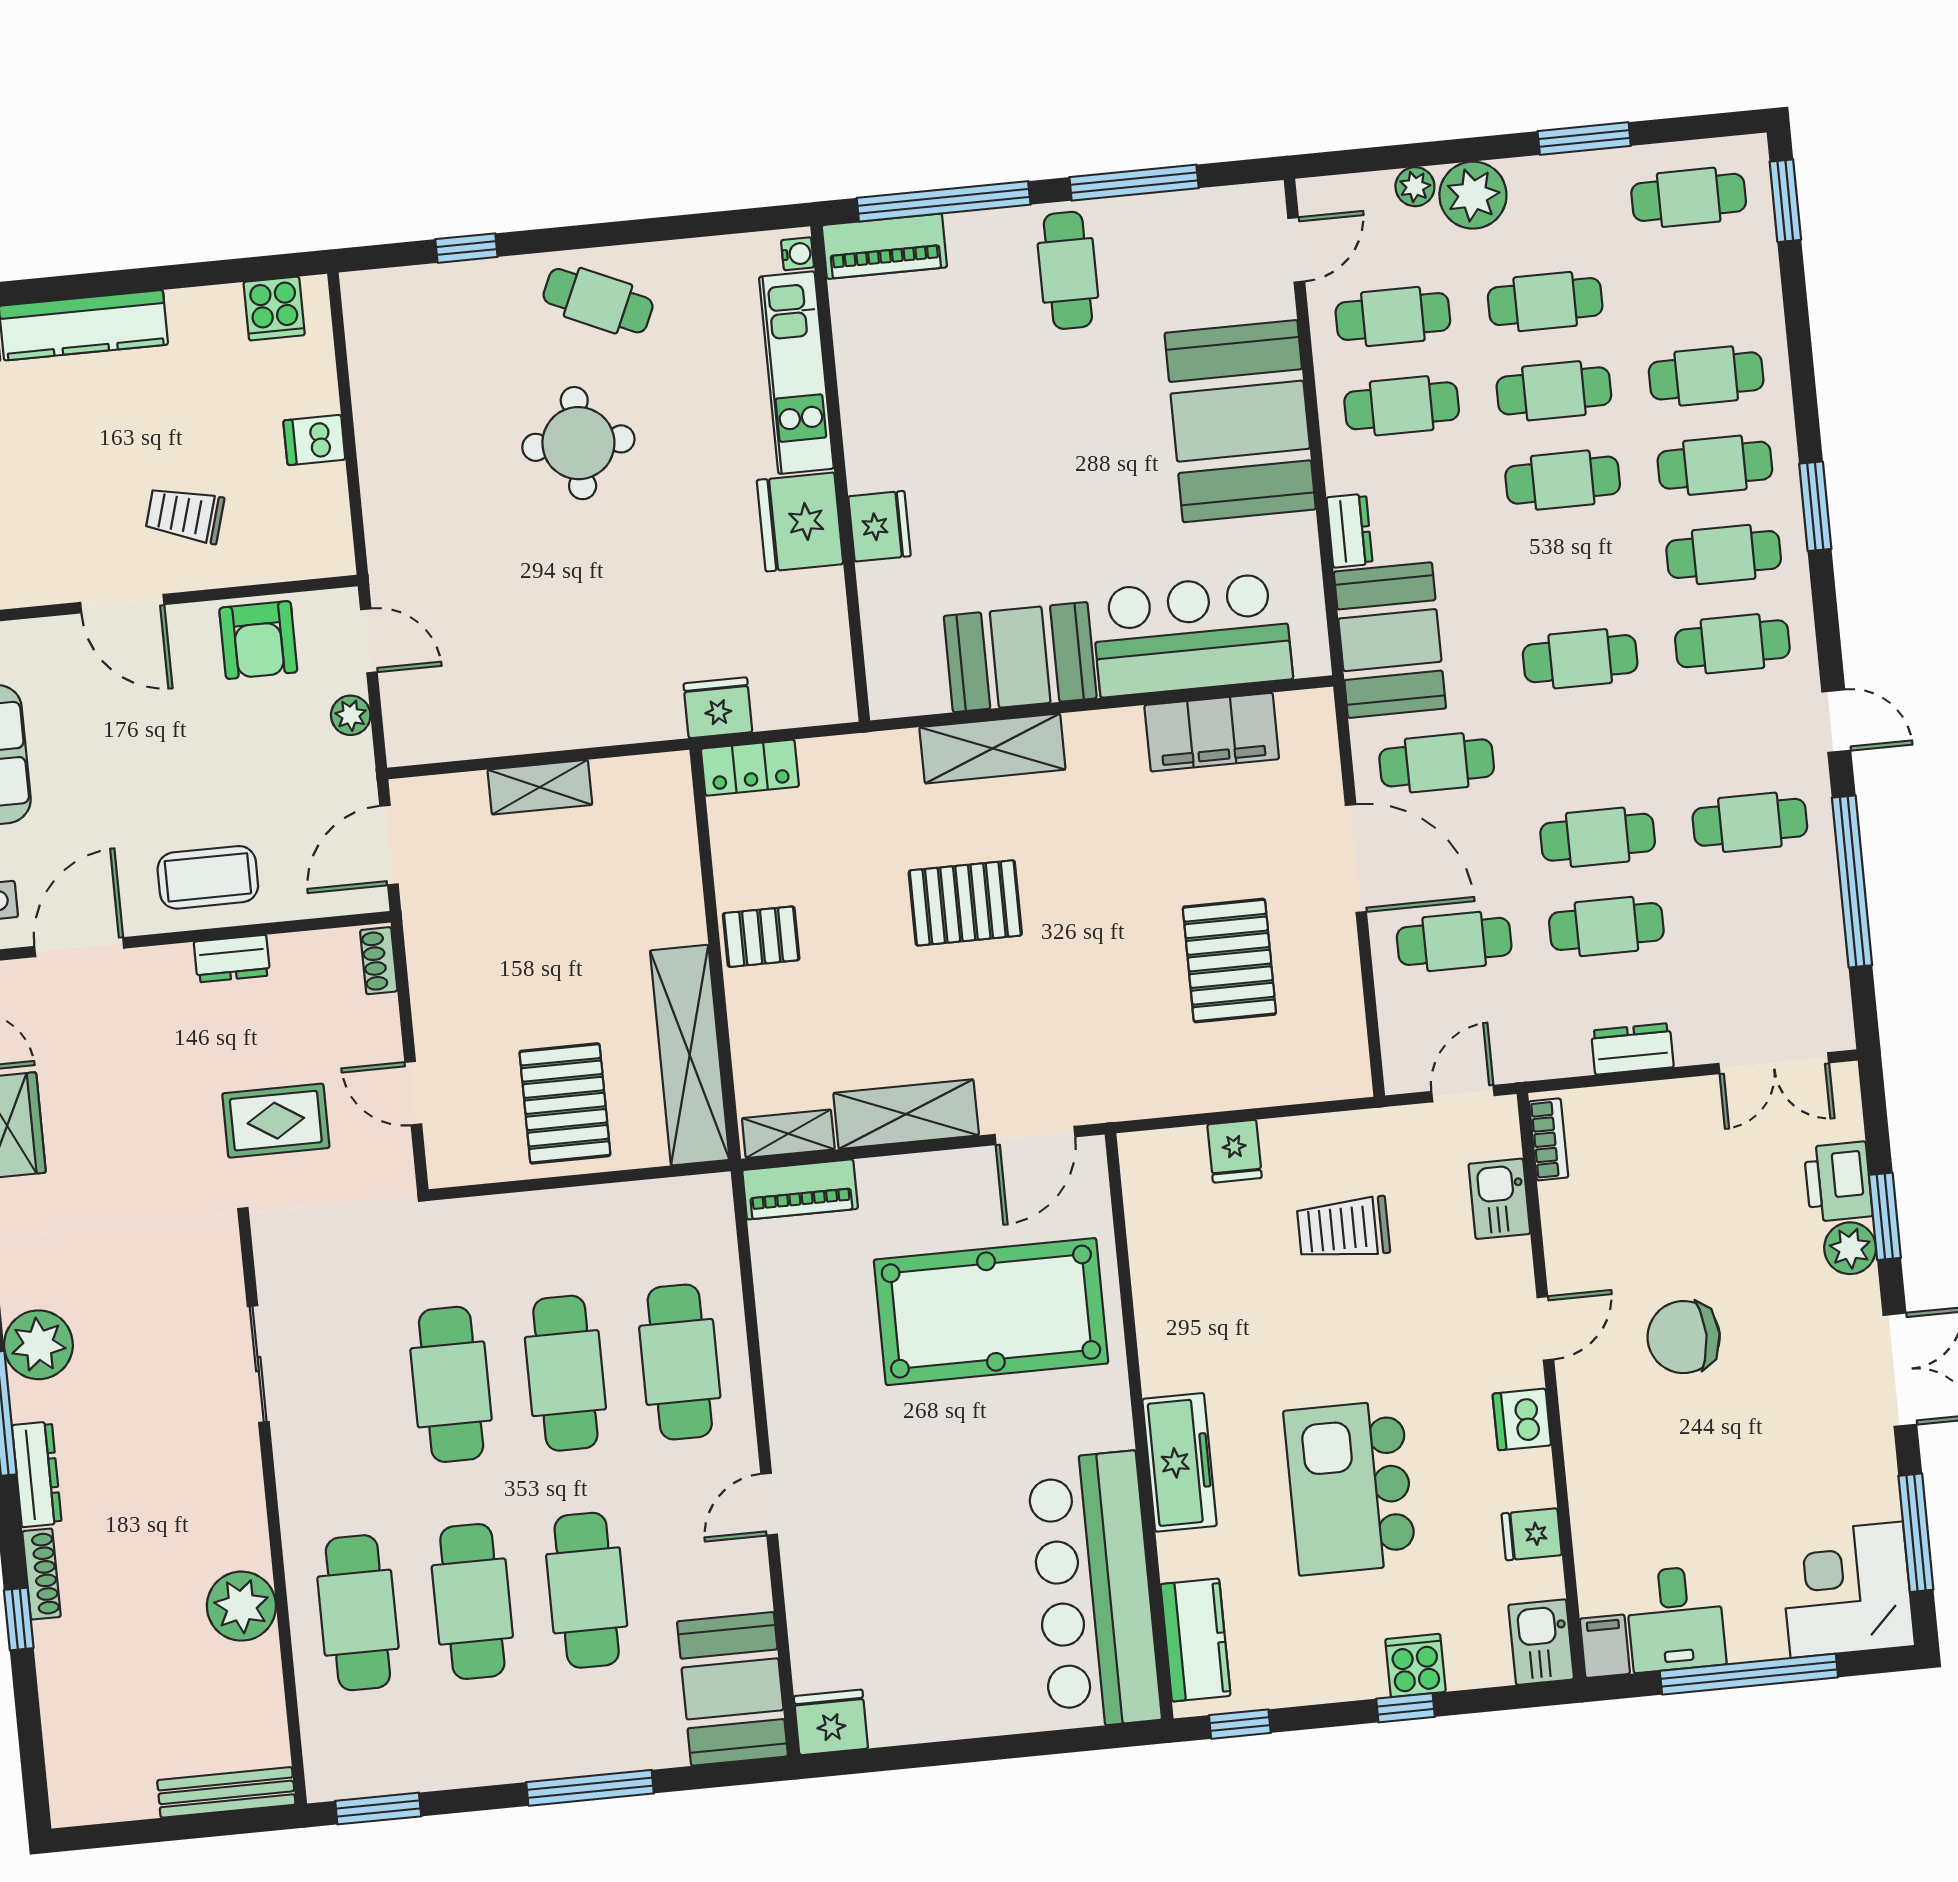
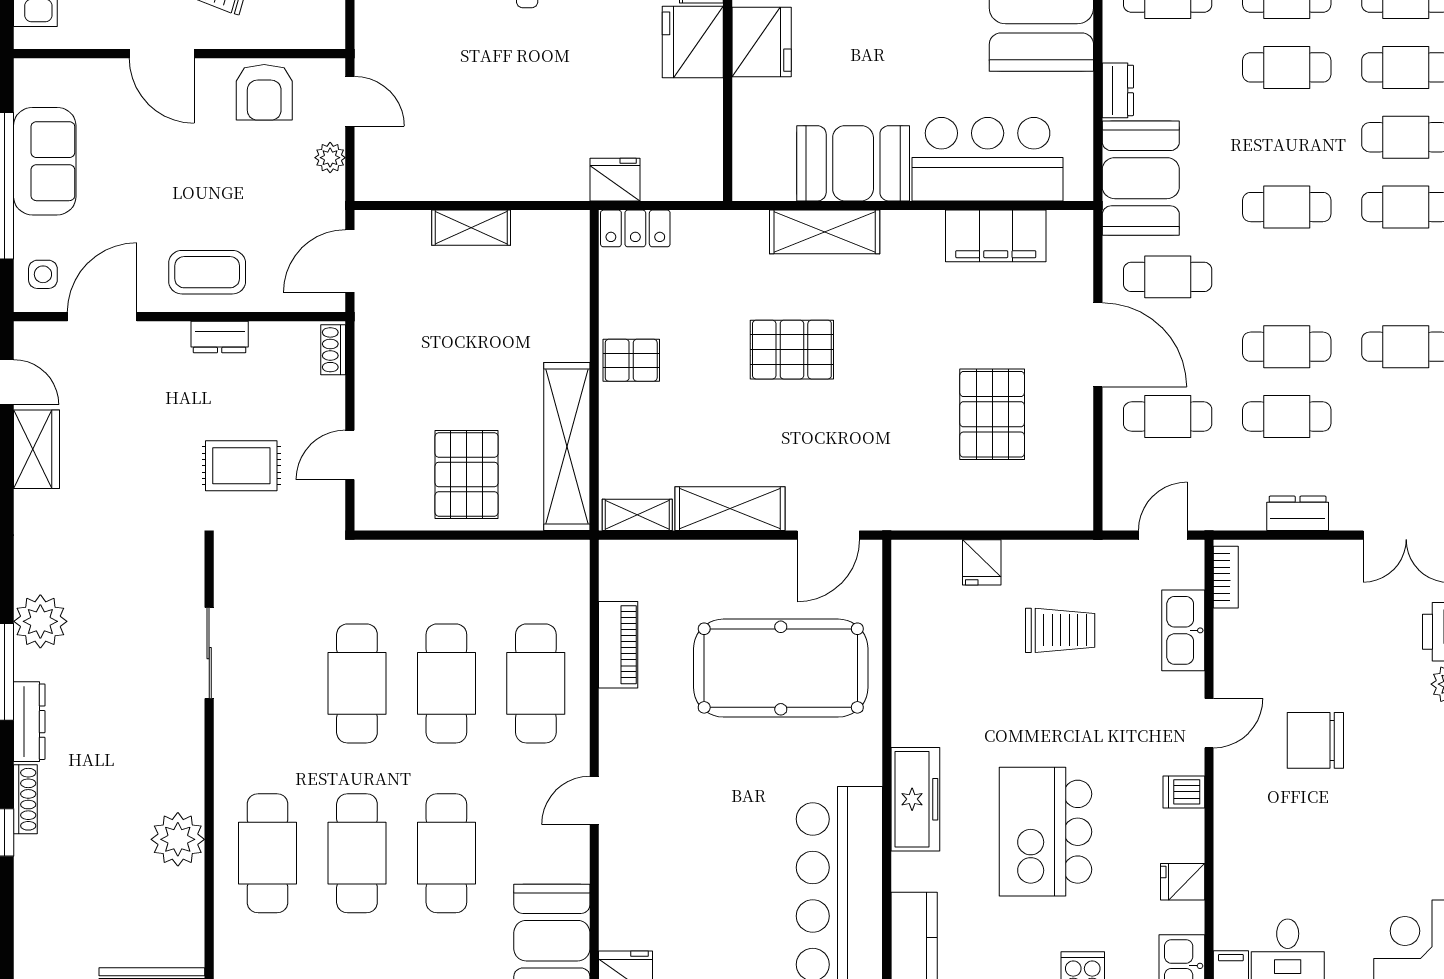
fridge: (880, 526) -> (762, 42), width x1.36, depth x1.34
door: (413, 1093) -> (350, 455), hinge flipped
piano: (800, 1189) -> (618, 645), moved, turned -90
kitchen sink: (1499, 1199) -> (1183, 630), width x1.38
trolley: (1343, 1228) -> (1060, 630), turned 180
dishwasher: (1522, 1419) -> (1184, 792), width x0.73

